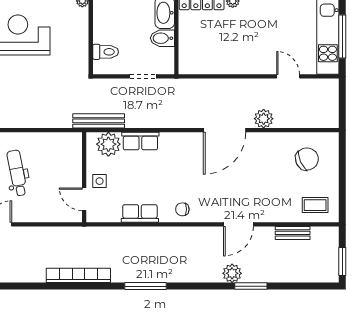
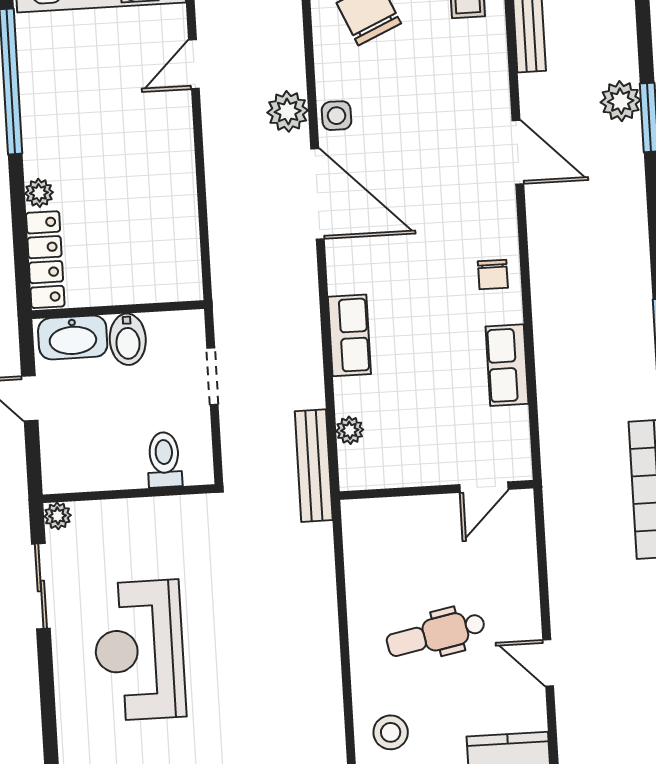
row of seats: (140, 141) -> (349, 335), moved
plant: (108, 144) -> (350, 430), width x0.53, depth x0.53
side table: (100, 181) -> (337, 116), moved
plant: (232, 273) -> (621, 101), moved

